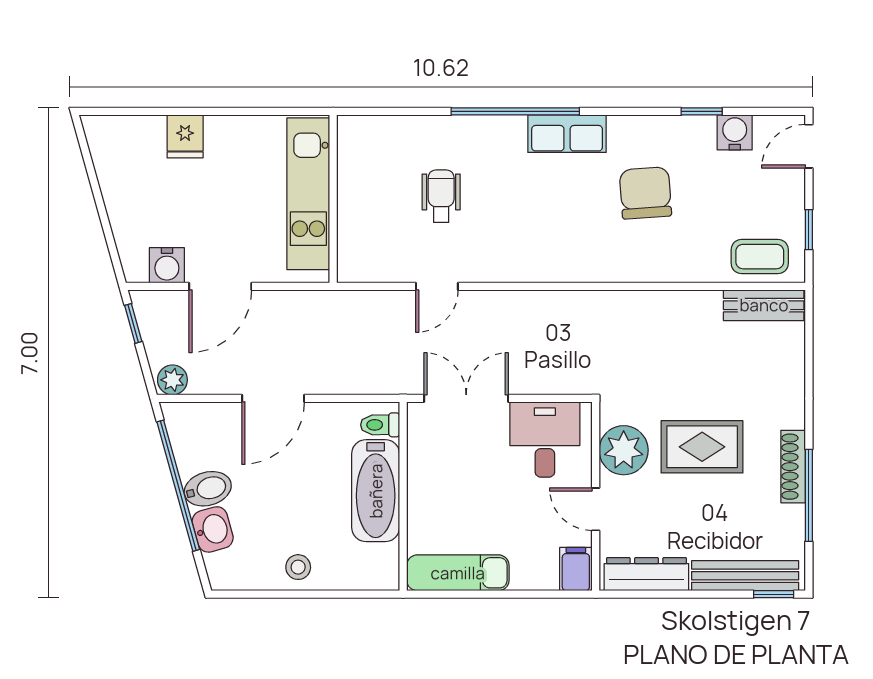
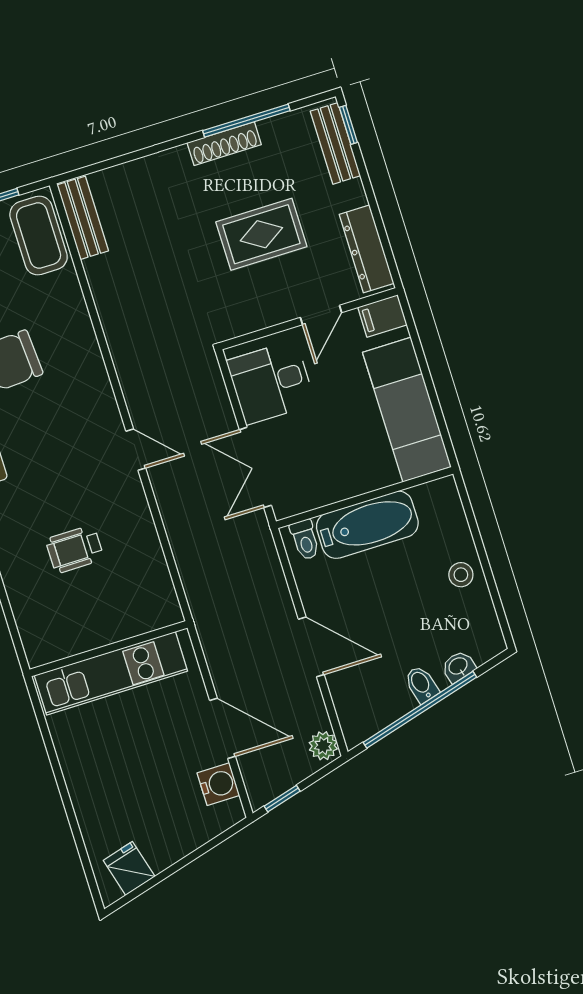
fridge: (185, 136) -> (129, 868), moved, turned -106
coffee table: (760, 257) -> (39, 236), width x1.36, depth x1.30
door: (437, 286) -> (136, 450), moved
rug: (702, 447) -> (261, 234), moved, turned 90
plant: (624, 450) -> (258, 306), removed
bidet: (208, 489) -> (421, 684), width x0.72, depth x0.74
washbasin: (213, 529) -> (458, 666), width x0.72, depth x0.69
exam couch: (458, 573) -> (407, 410), width x1.36, depth x1.45
bench: (745, 576) -> (335, 143), width x0.73

